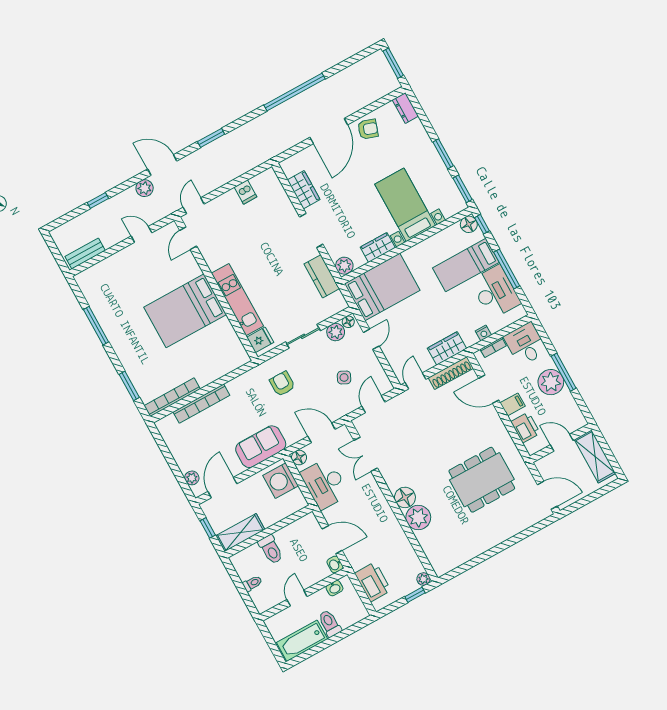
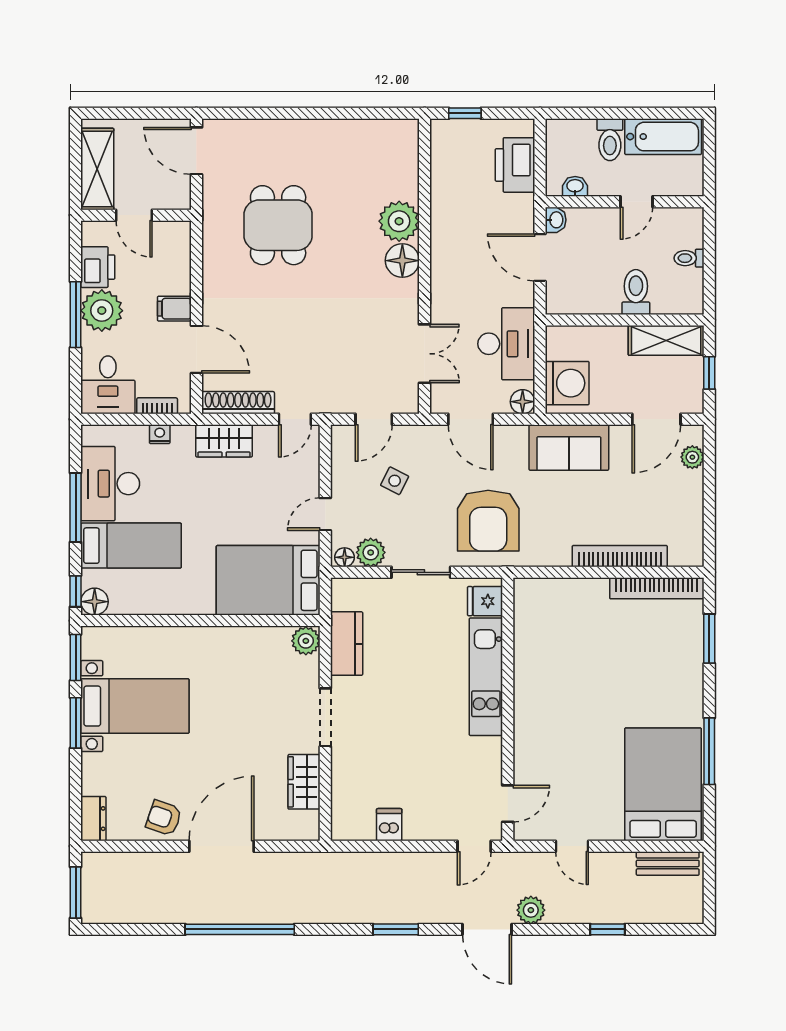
bed with nightstands: (405, 205) -> (135, 706), moved, turned -90
wardrobe: (378, 247) -> (243, 640), removed
bed: (185, 311) -> (663, 784), moved, turned -90
armchair: (282, 384) -> (488, 521), width x1.88, depth x1.88
printer: (525, 428) -> (98, 267), moved, turned 180
dining table: (482, 480) -> (278, 225), width x0.73
plant: (423, 579) -> (440, 129), removed

